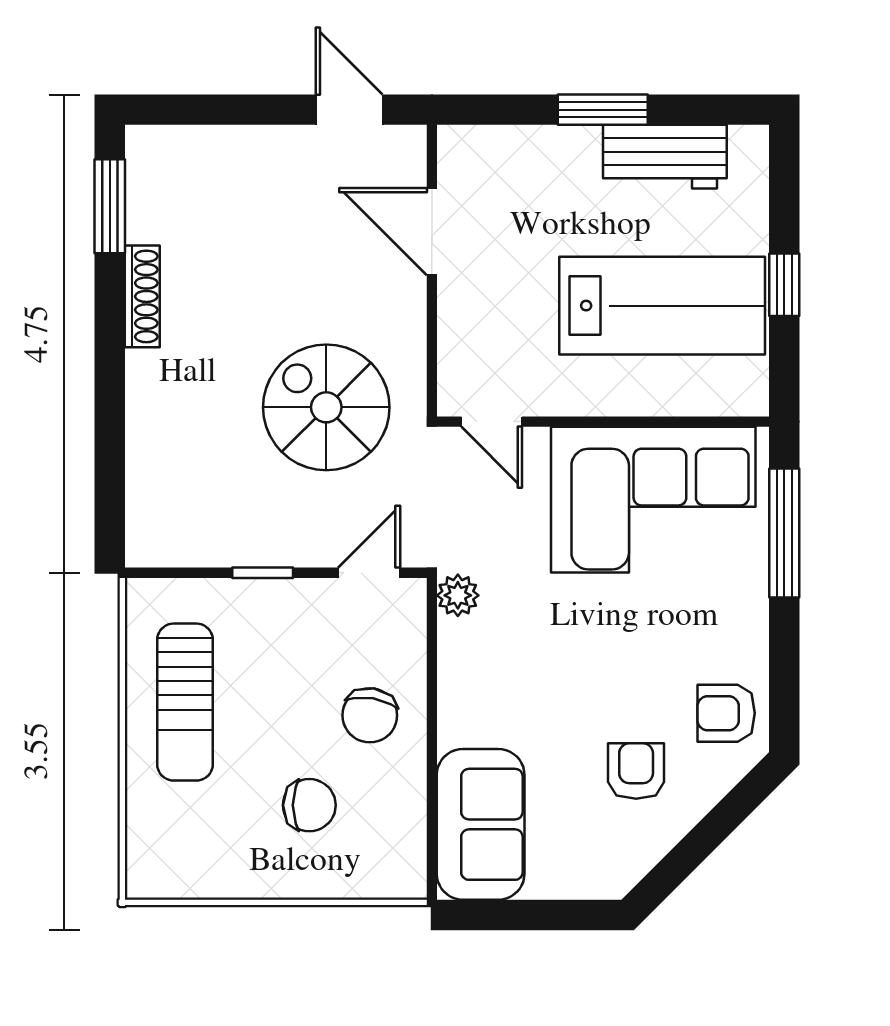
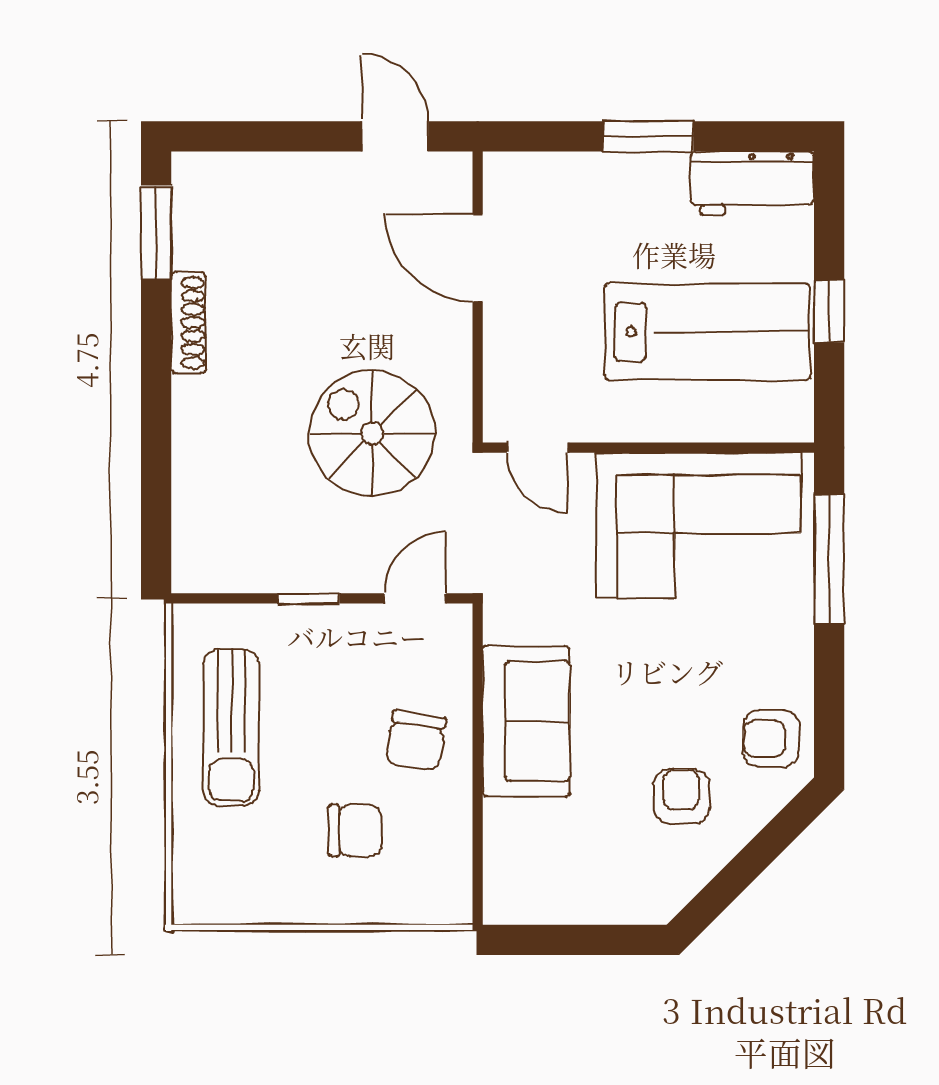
workbench: (665, 157) -> (752, 183), moved
plant: (458, 595) -> (503, 621), removed
sofa: (481, 824) -> (526, 721), moved

